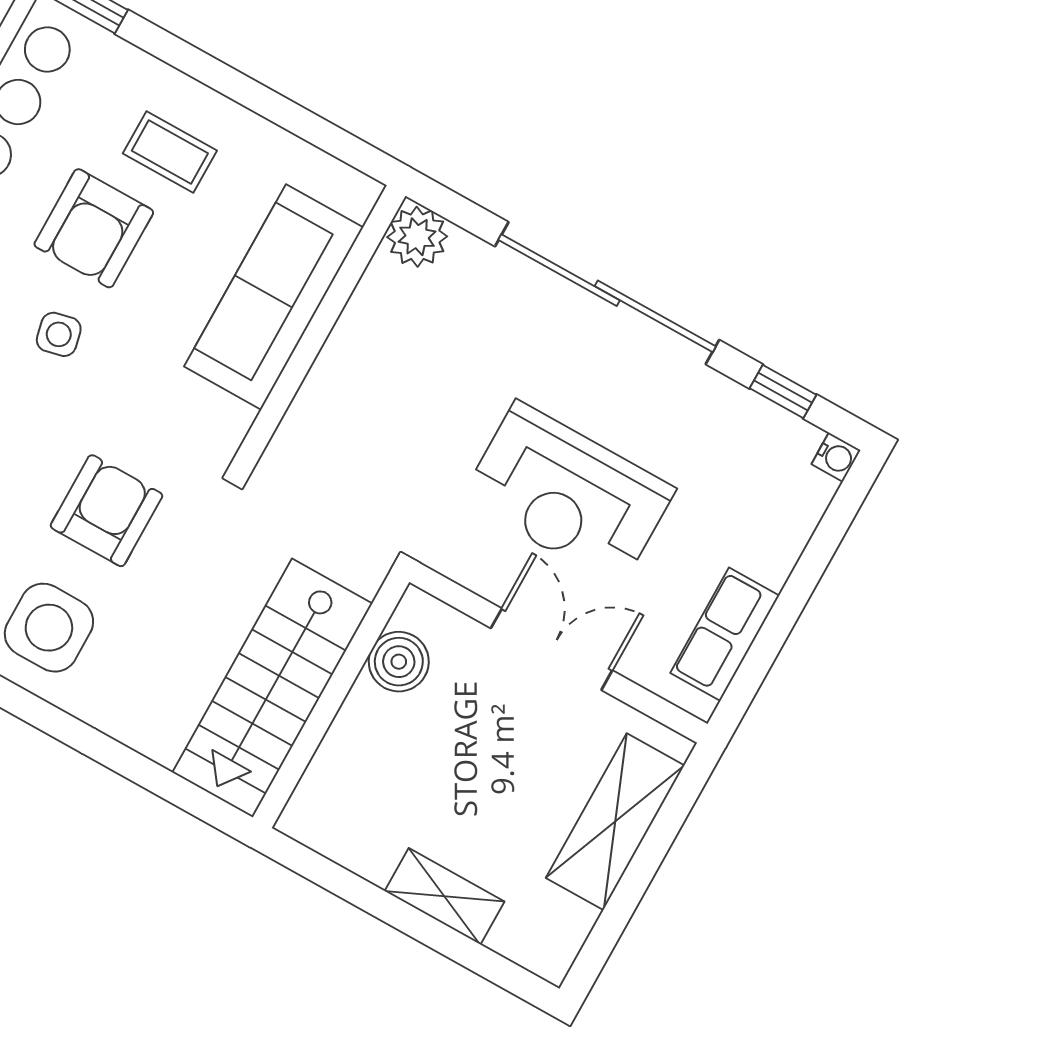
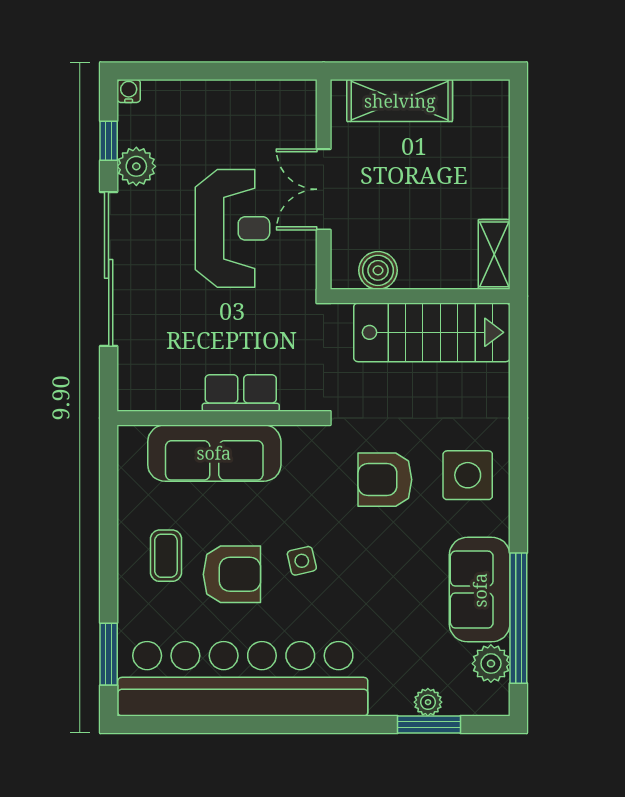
plant: (417, 237) -> (136, 166), moved
row of seats: (725, 634) -> (241, 393), moved, turned 180
shelving: (445, 896) -> (494, 254), moved

